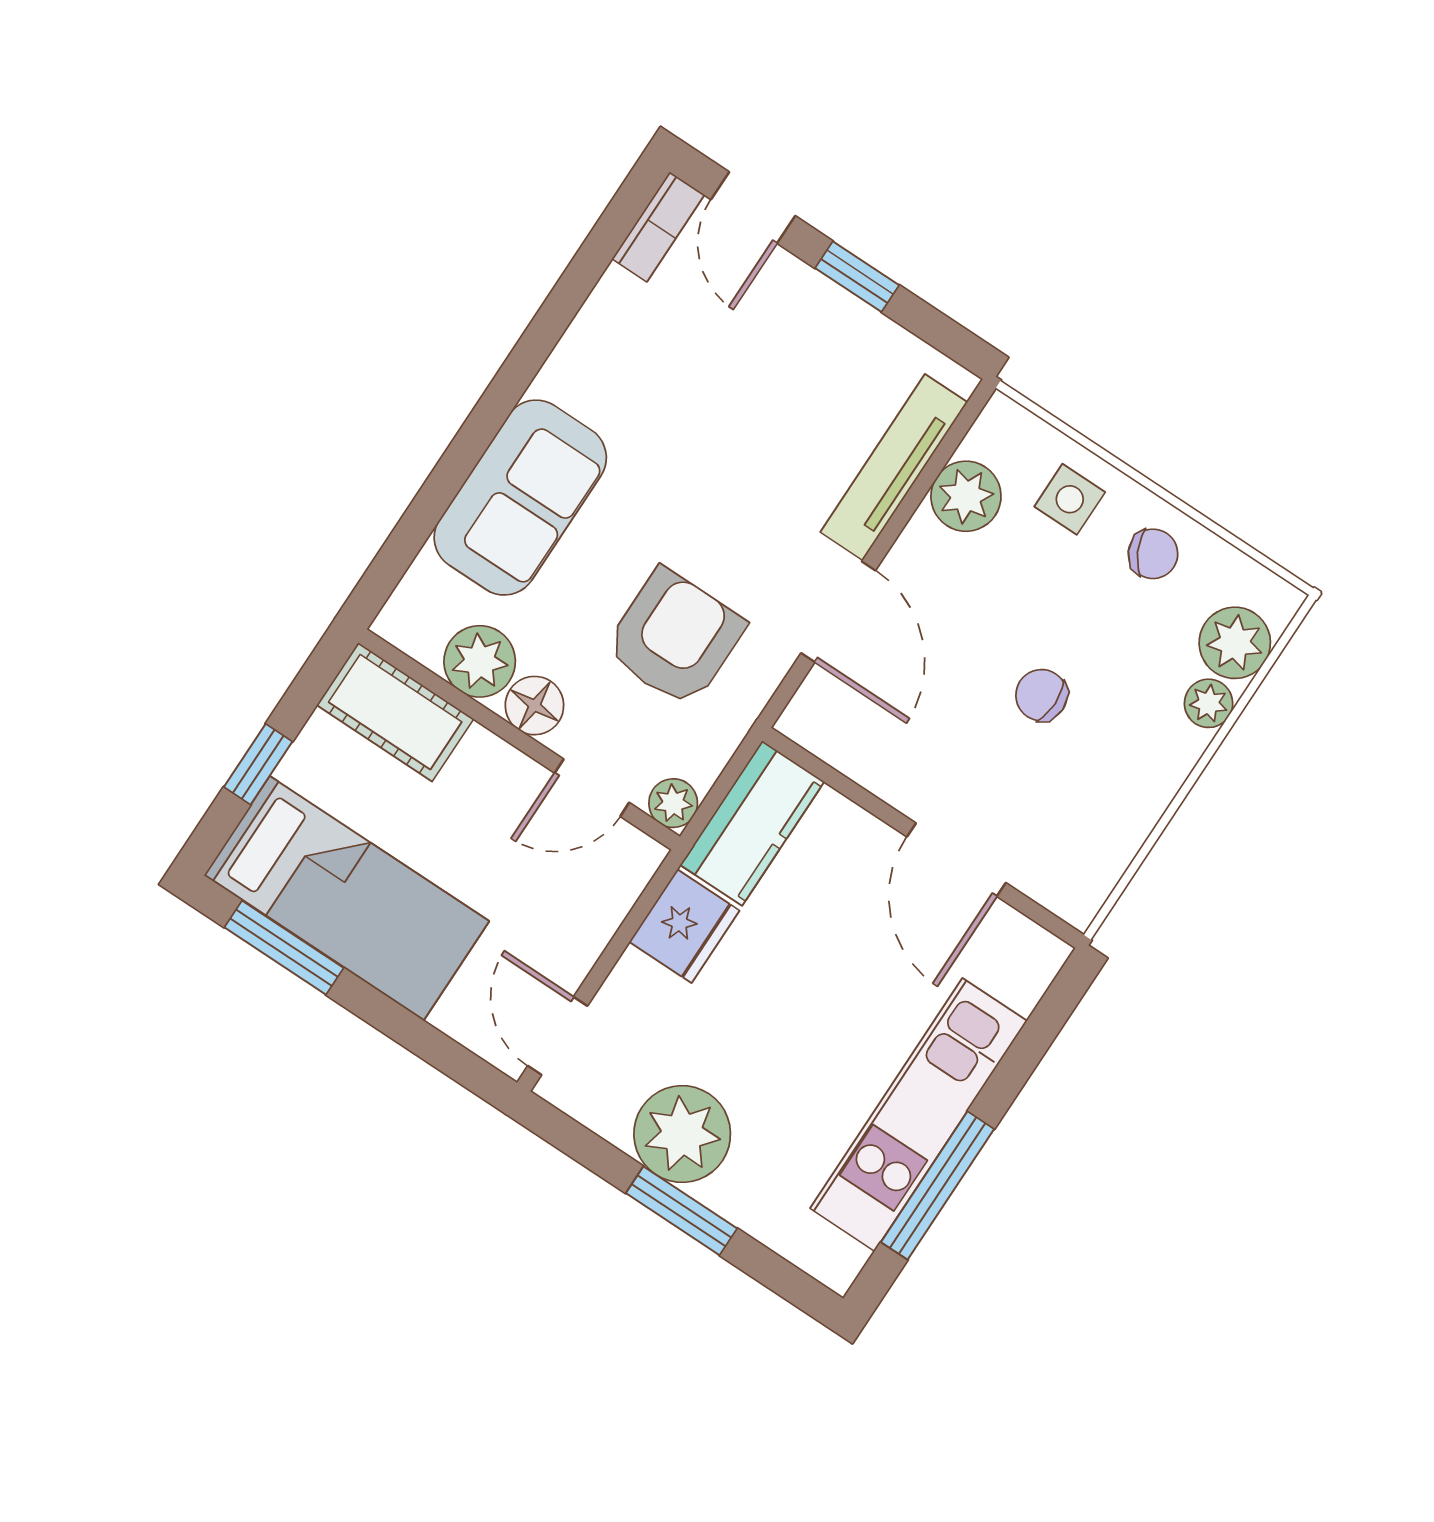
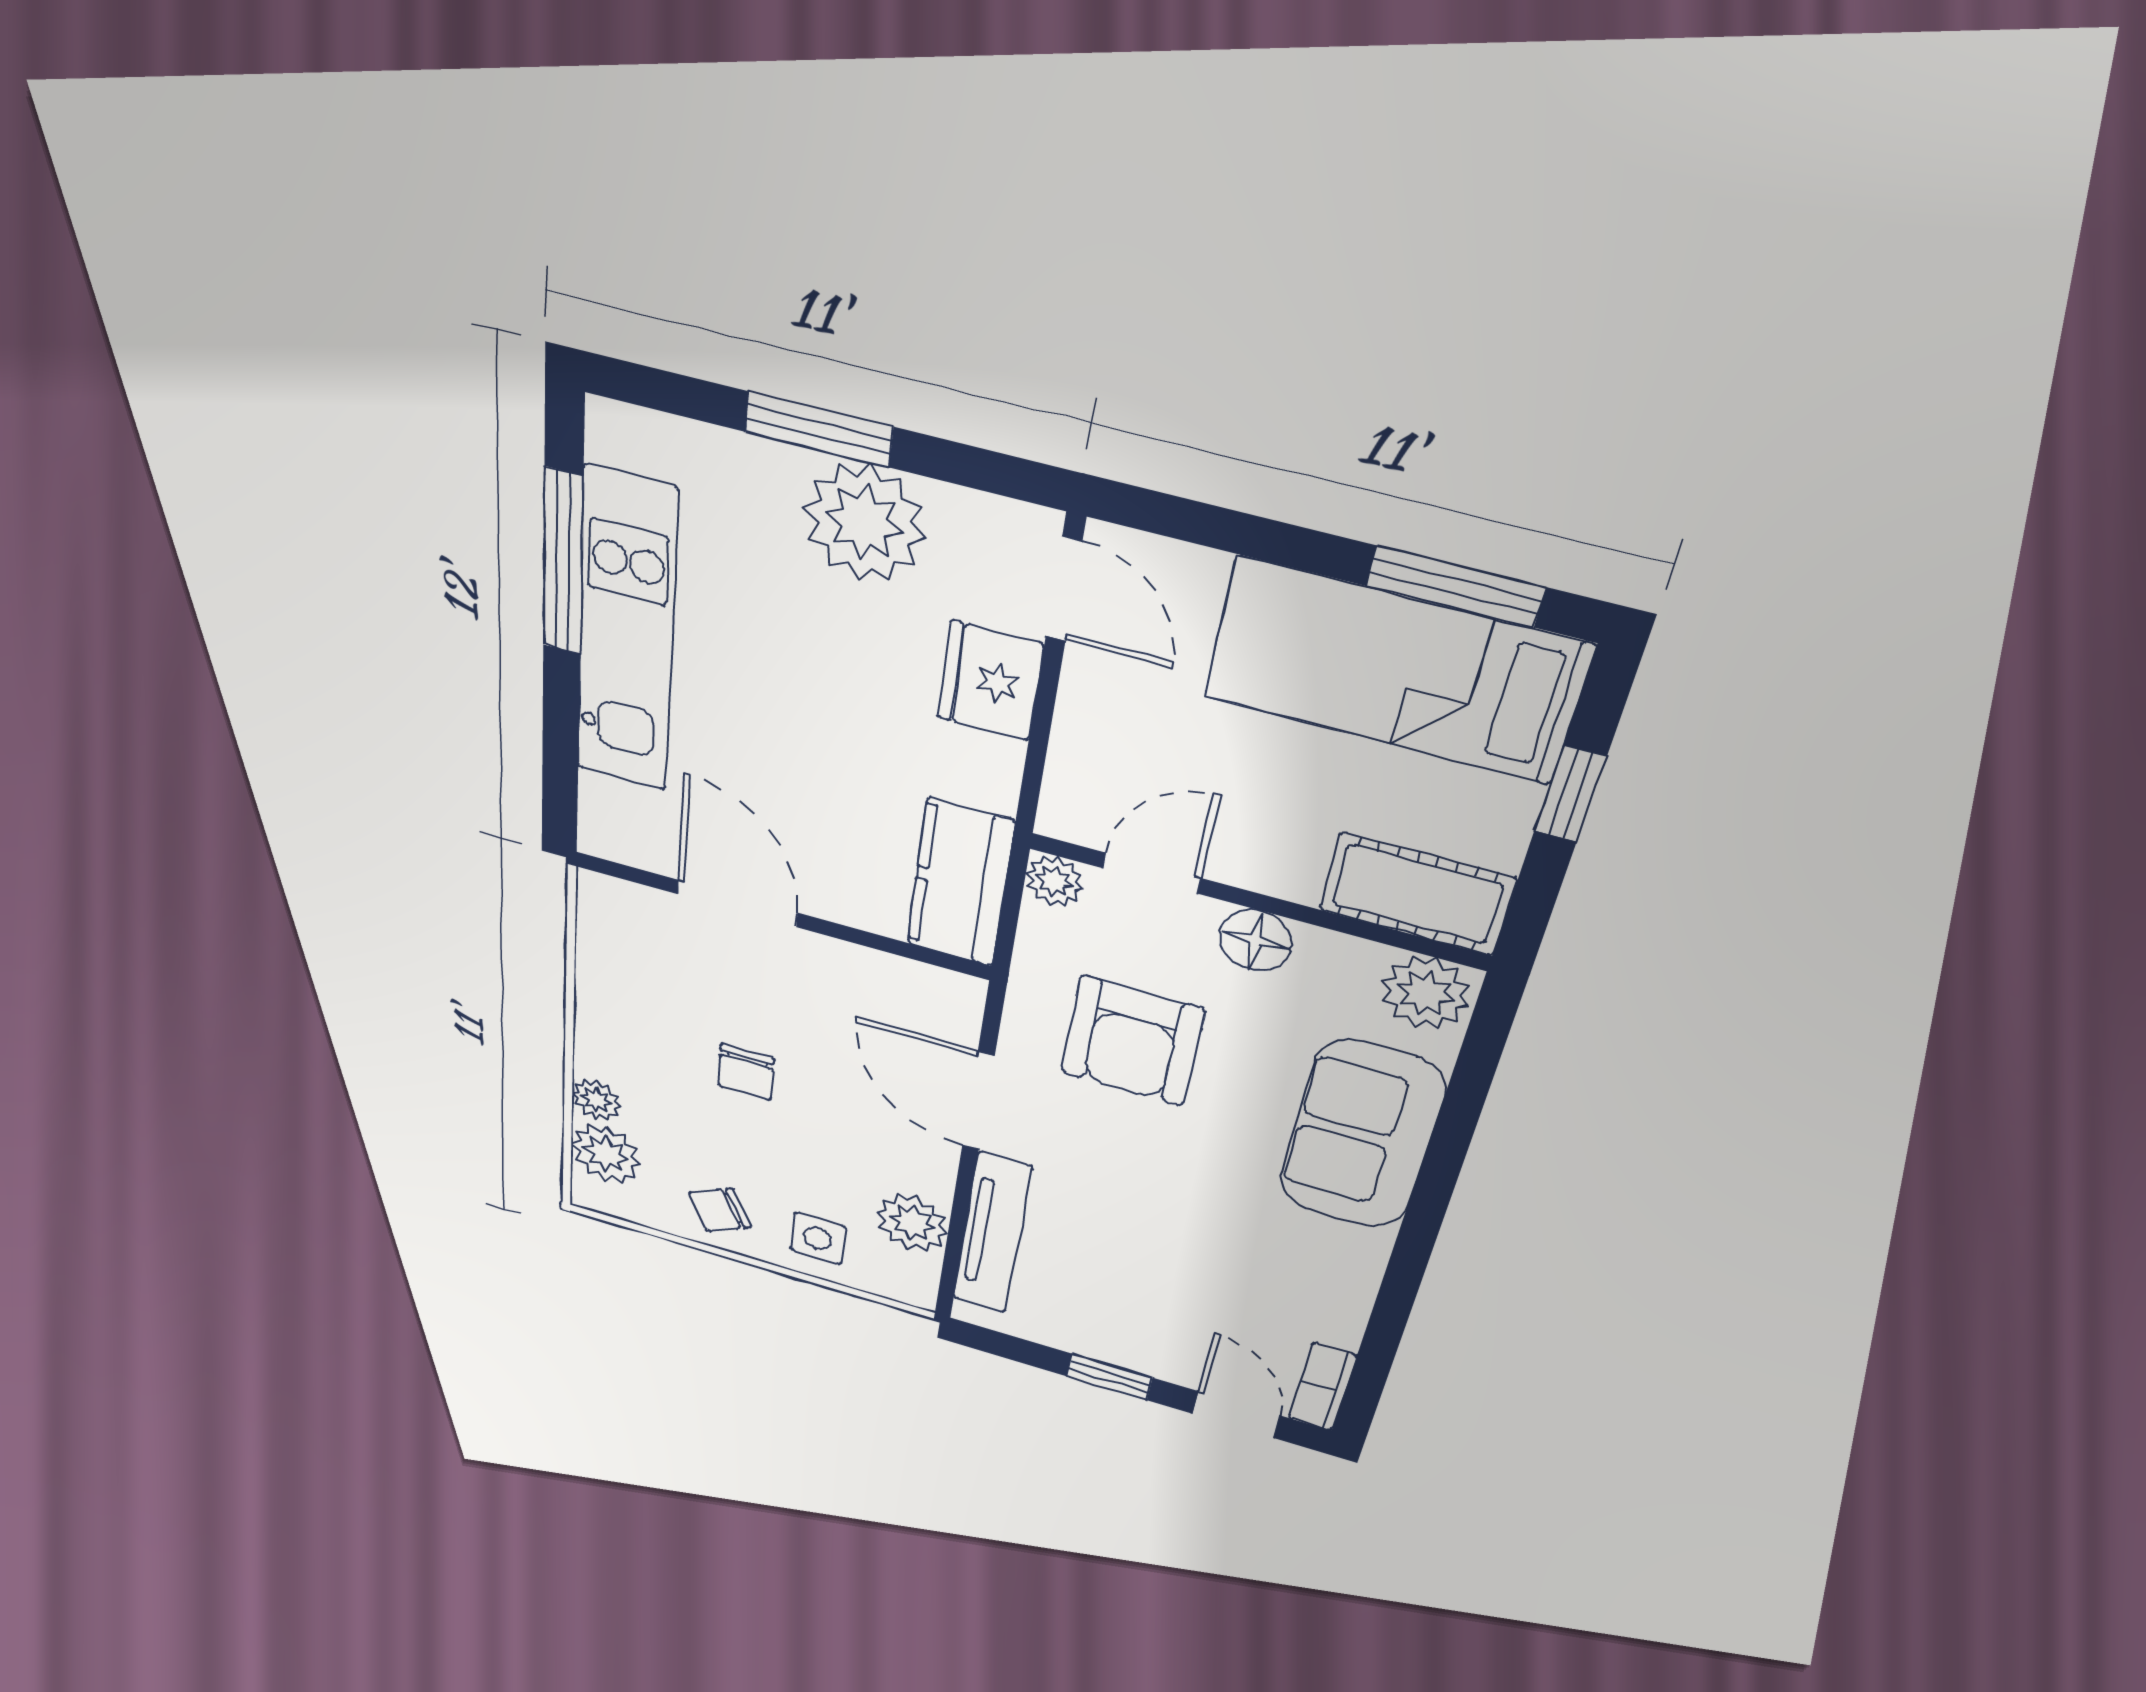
plant: (480, 661) -> (1425, 993), moved
chair: (1041, 695) -> (746, 1072), turned 90
fridge: (684, 926) -> (990, 681), moved

